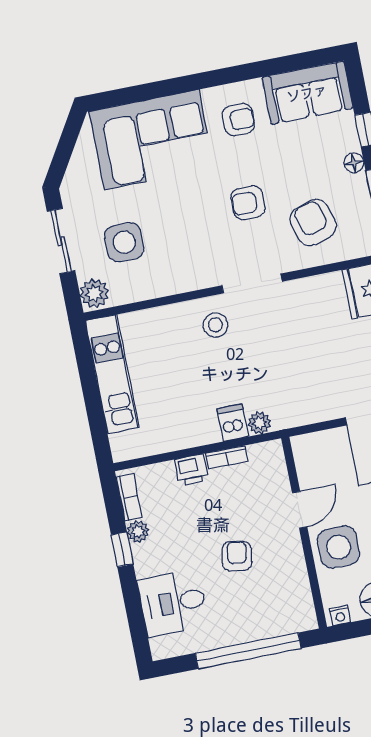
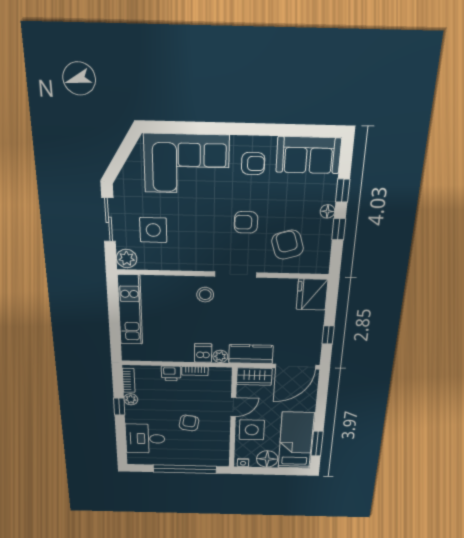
kitchen counter: (304, 409) -> (251, 354), added
wardrobe: (319, 447) -> (254, 376), added

